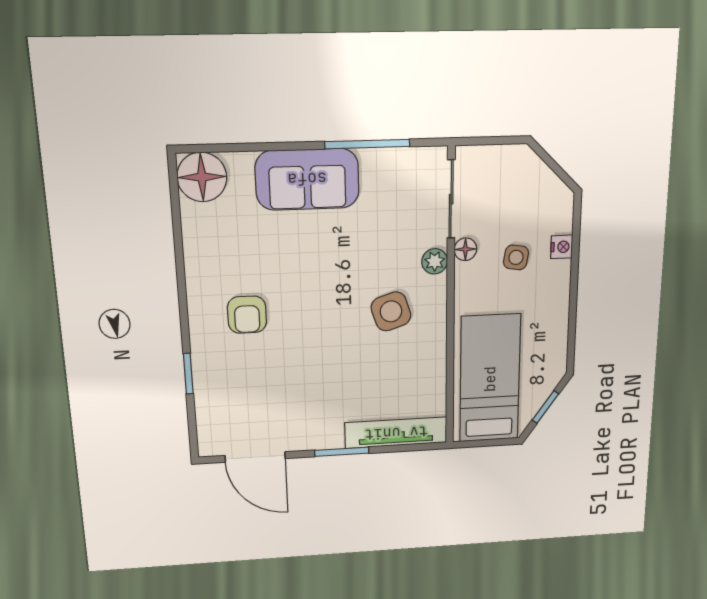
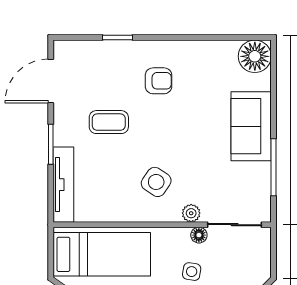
side table: (391, 311) -> (156, 182), turned -38
armchair: (247, 315) -> (159, 81), turned 180
coffee table: (309, 379) -> (109, 122), added

